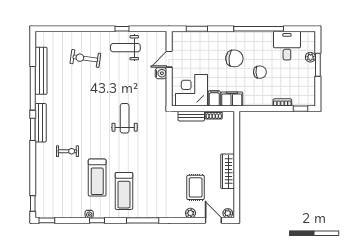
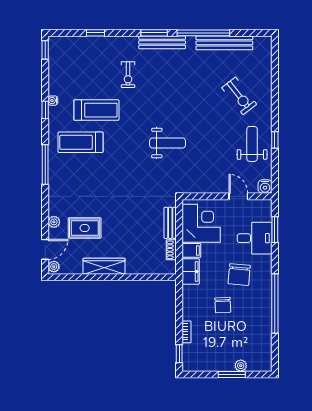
desk: (287, 46) -> (255, 238), moved
exercise bike: (85, 58) -> (239, 96), turned 134
water cooler: (161, 73) -> (265, 187), moved
treadmill: (97, 178) -> (96, 110), turned 180
window: (33, 203) -> (95, 33), moved

